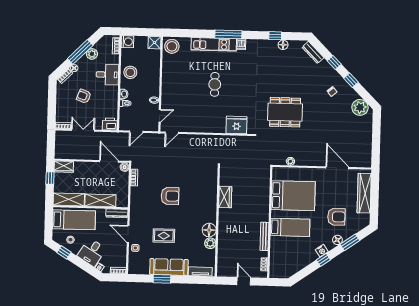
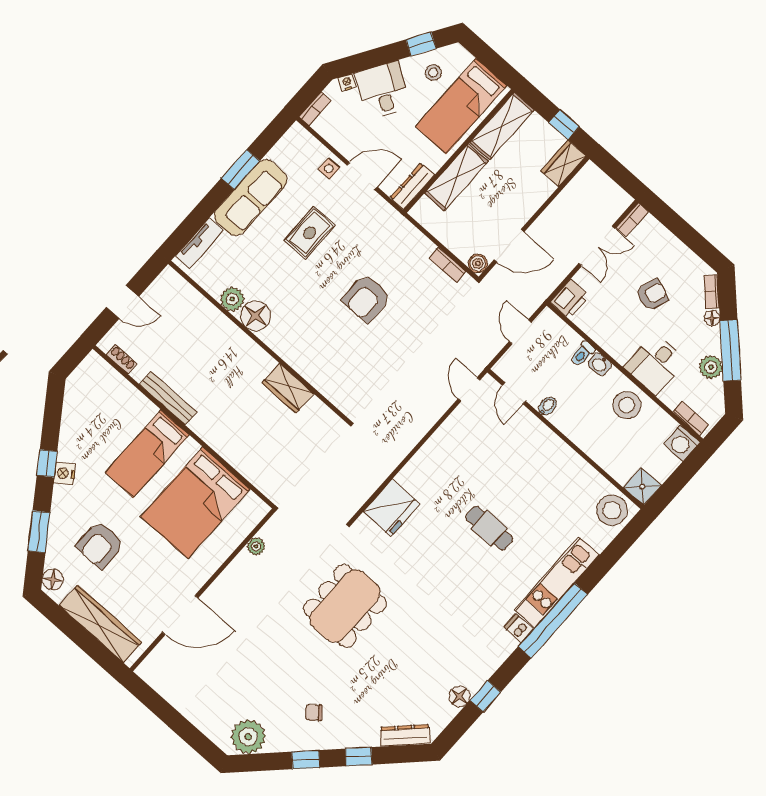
window: (228, 34) -> (553, 620), width x1.46
floor lamp: (337, 240) -> (53, 579), moved

